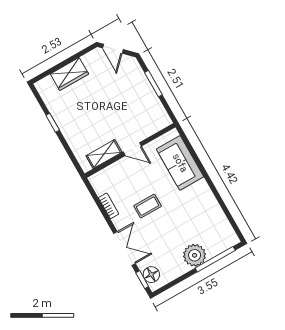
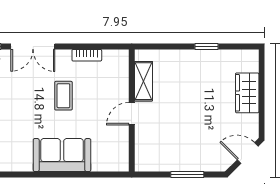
sofa: (180, 163) -> (62, 155), moved

